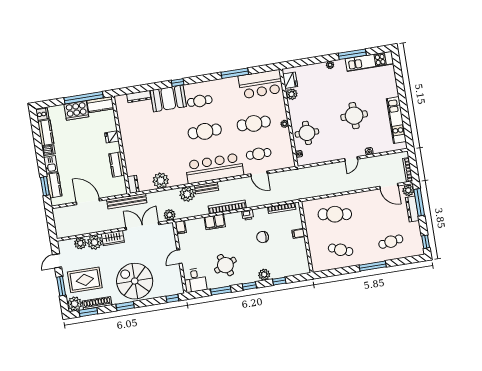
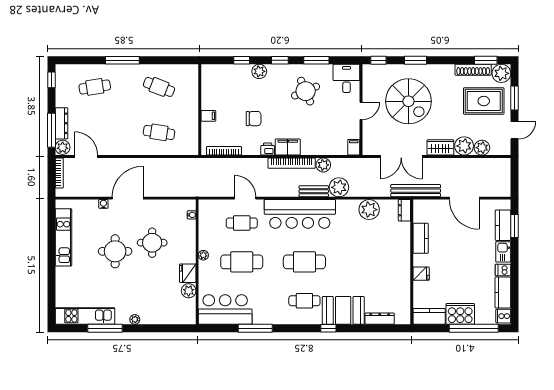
fridge: (290, 80) -> (188, 273), moved
window: (84, 98) -> (474, 328), moved
round table: (307, 133) -> (152, 243), moved
door: (351, 159) -> (128, 198), width x1.87
cafe table: (335, 214) -> (159, 132), width x0.73, depth x0.74
plant: (170, 215) -> (323, 165), moved
filing cabinet: (215, 222) -> (288, 147), moved
spiral stairs: (135, 281) -> (408, 101), moved
window: (125, 306) -> (416, 60), moved

